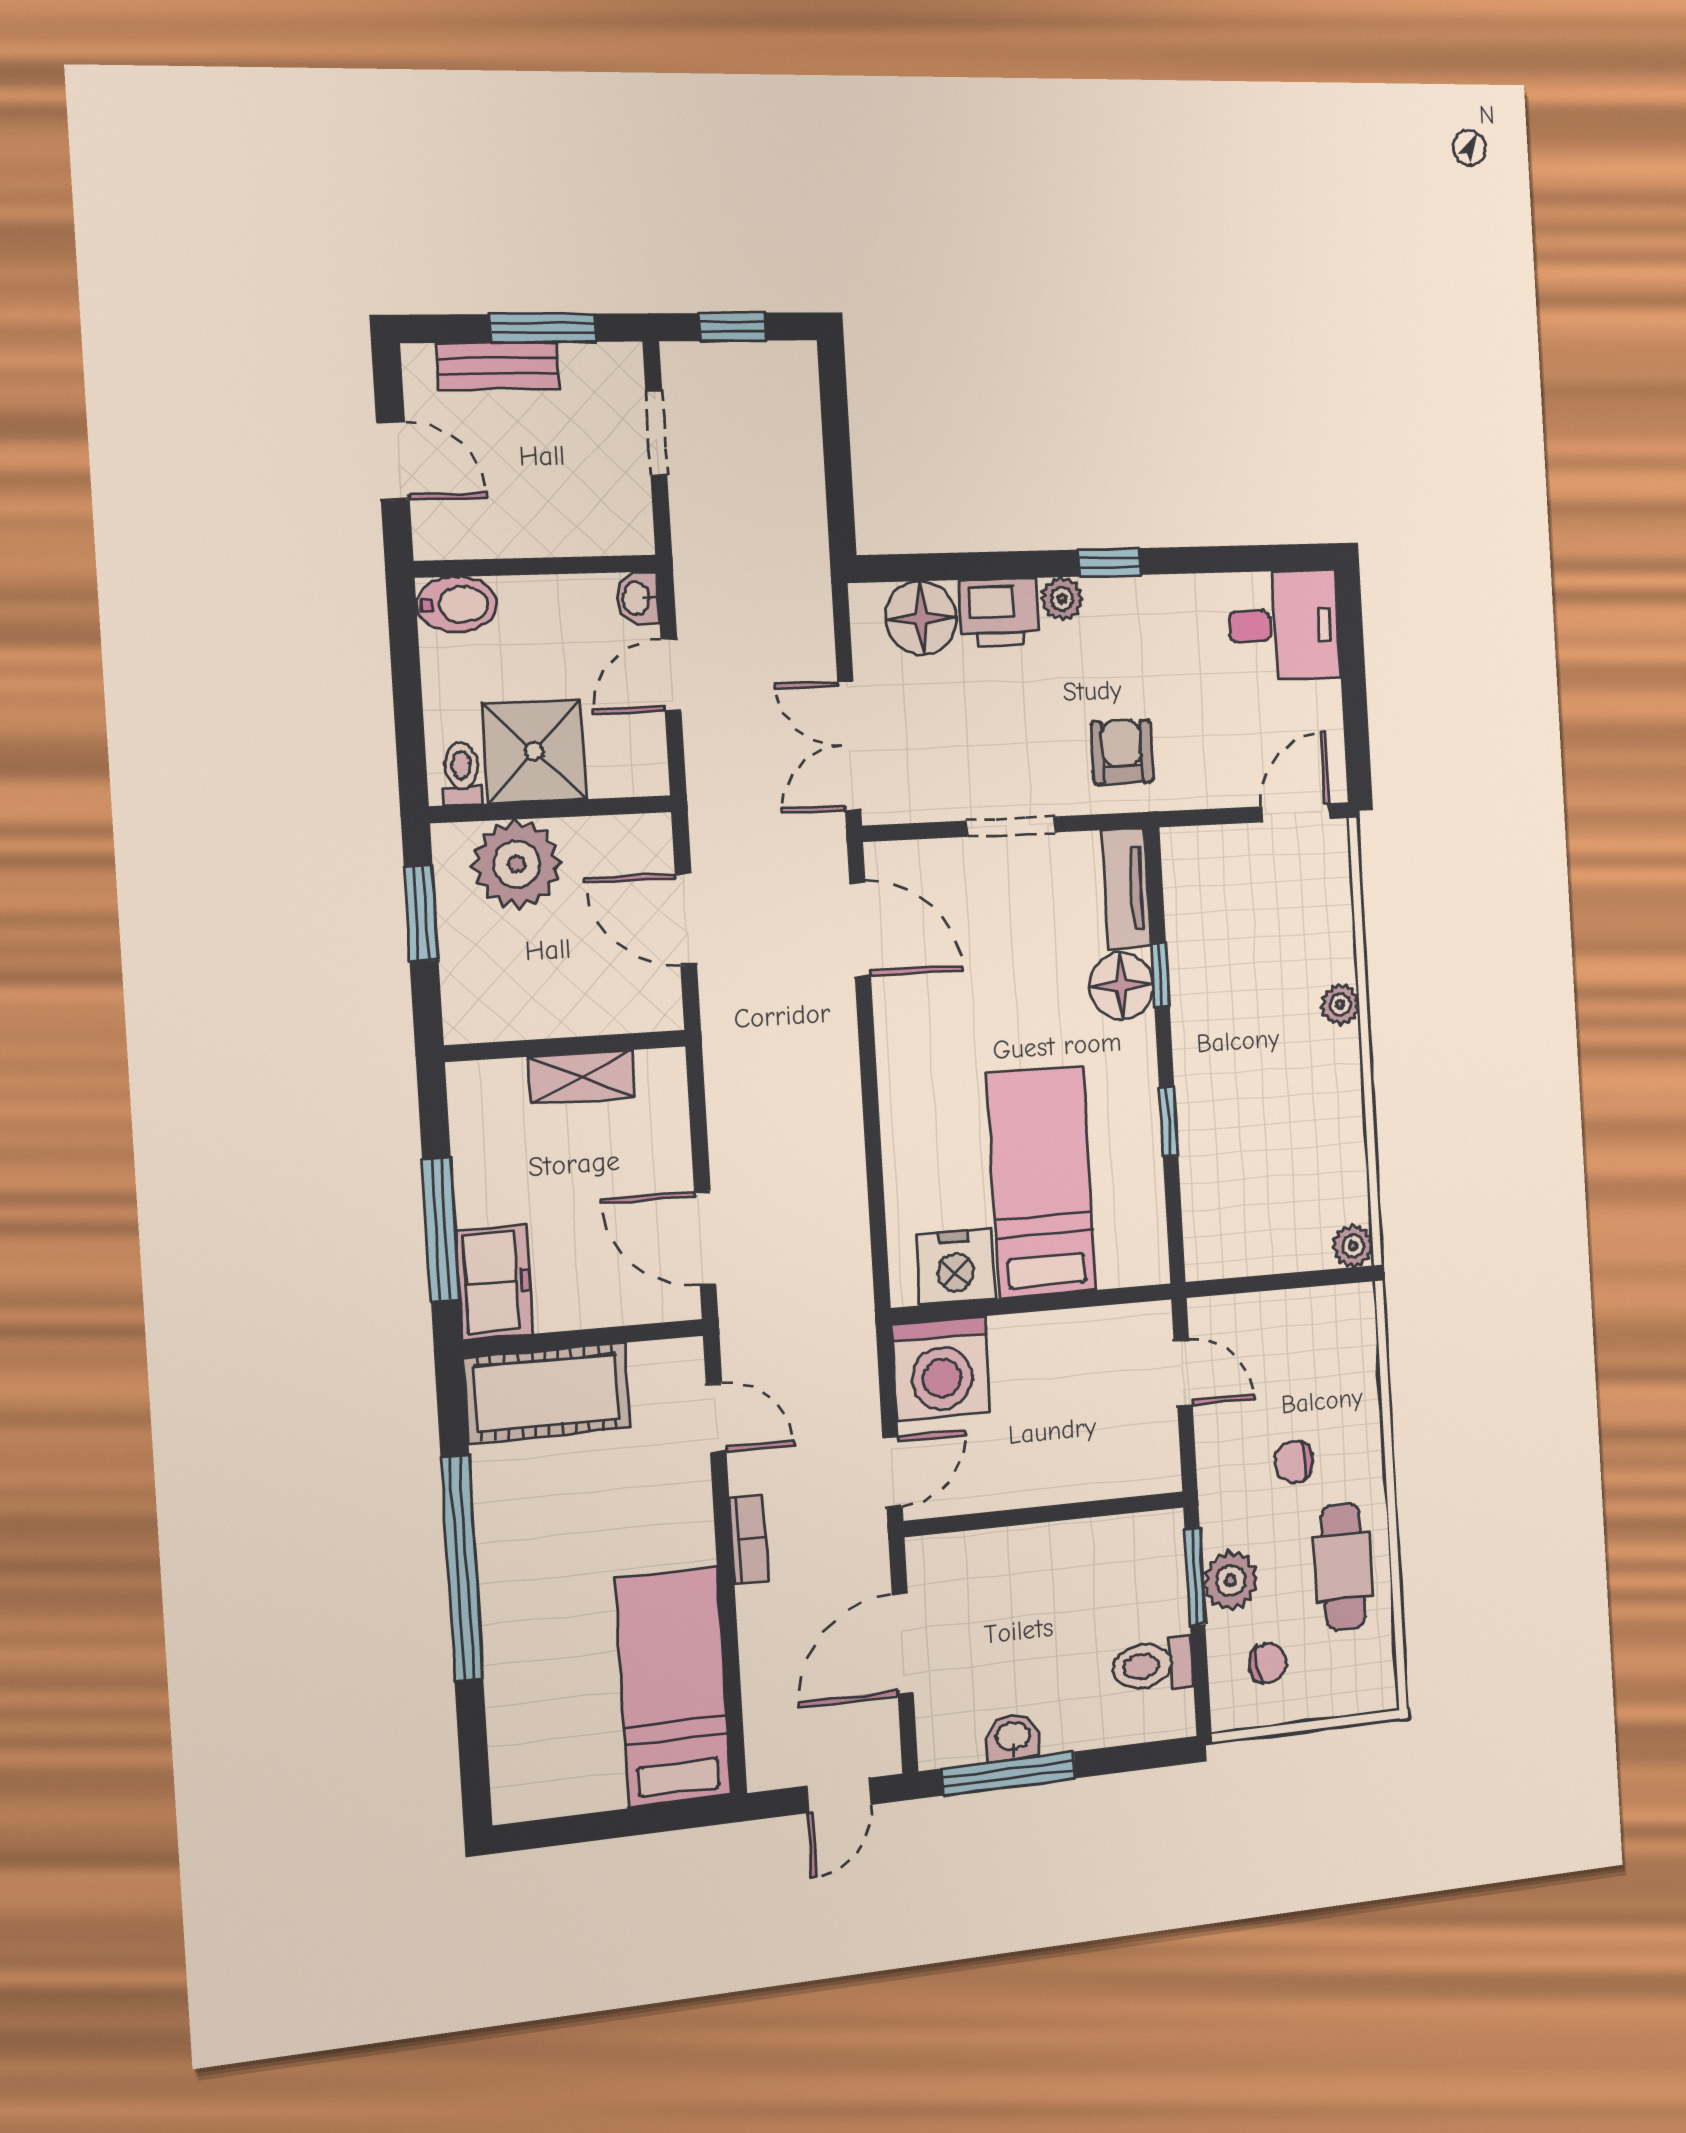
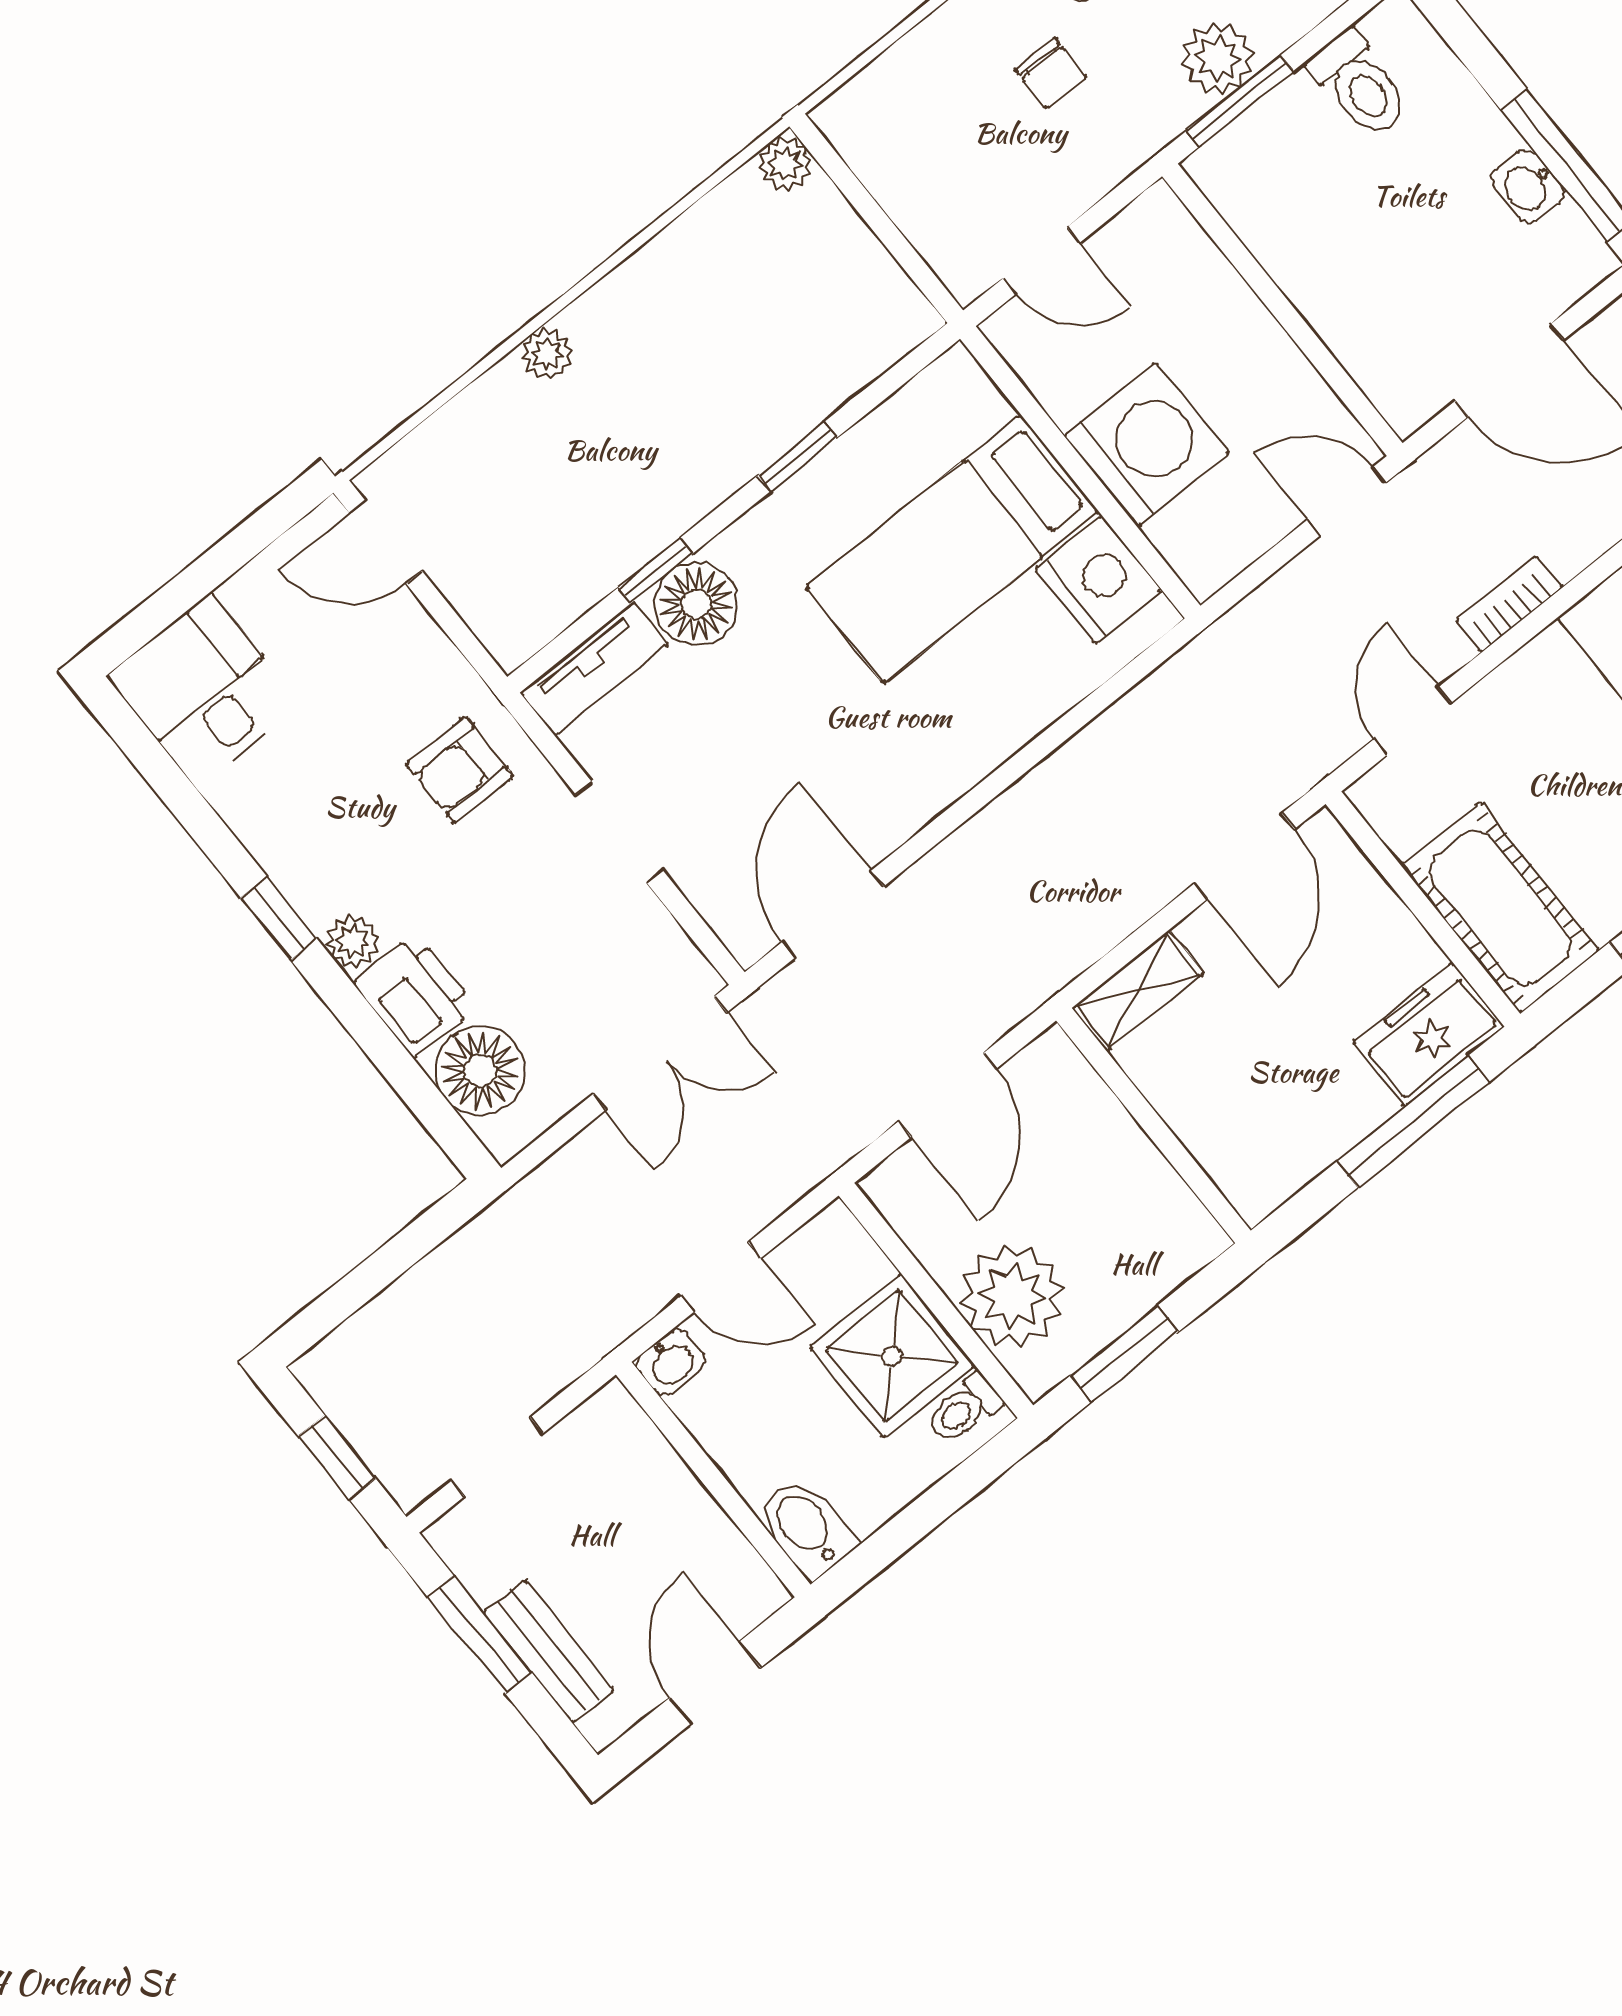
shelving: (581, 1077) -> (1138, 991), moved, turned 90
washing machine: (941, 1369) -> (1147, 445), moved
door: (1183, 1373) -> (1041, 261), swing flipped

